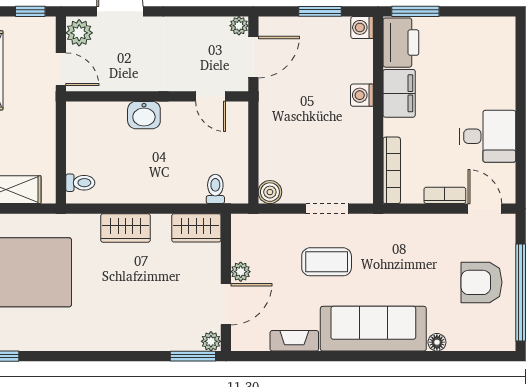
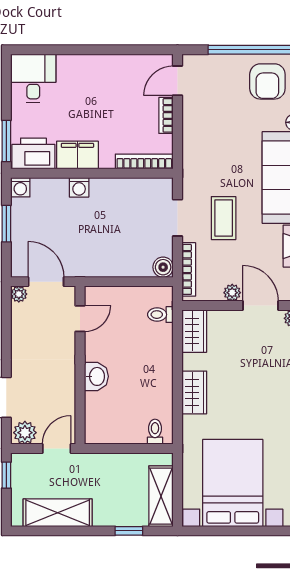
desk: (488, 136) -> (33, 78), moved
bookcase: (267, 222) -> (189, 269), added
armchair: (482, 282) -> (267, 81), moved

